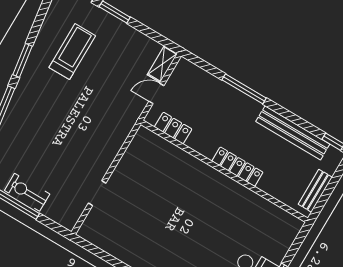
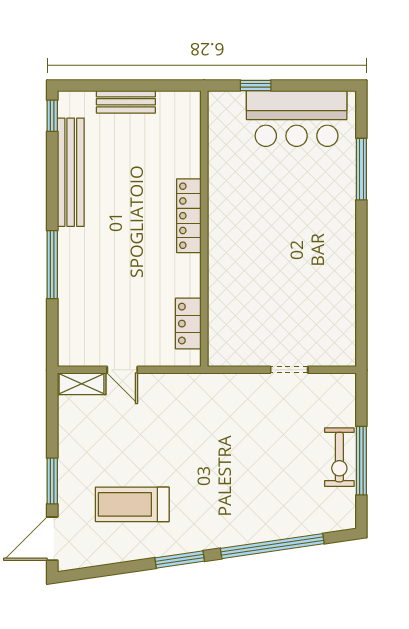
locker: (173, 128) -> (188, 324), moved
locker: (237, 167) -> (189, 216), moved
wall: (224, 171) -> (204, 229), moved

